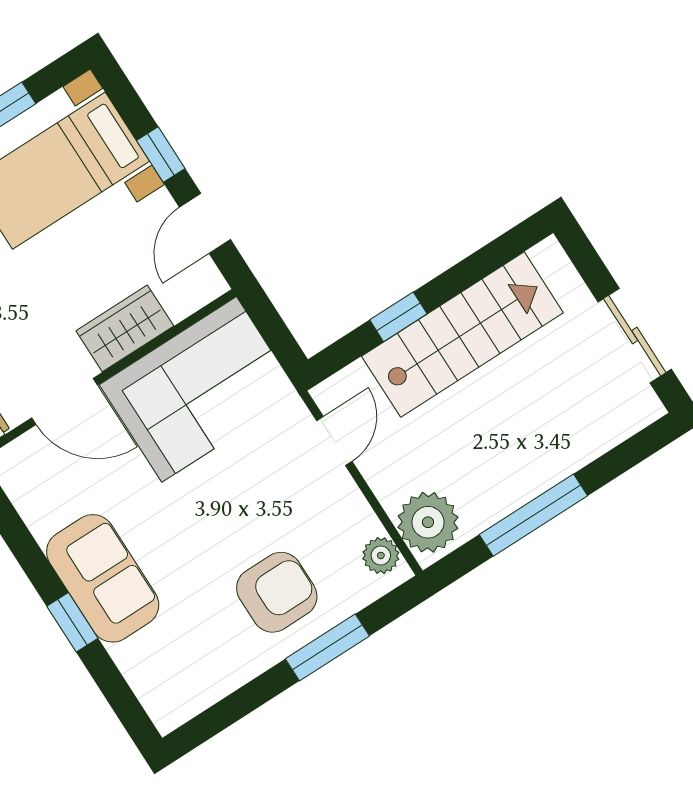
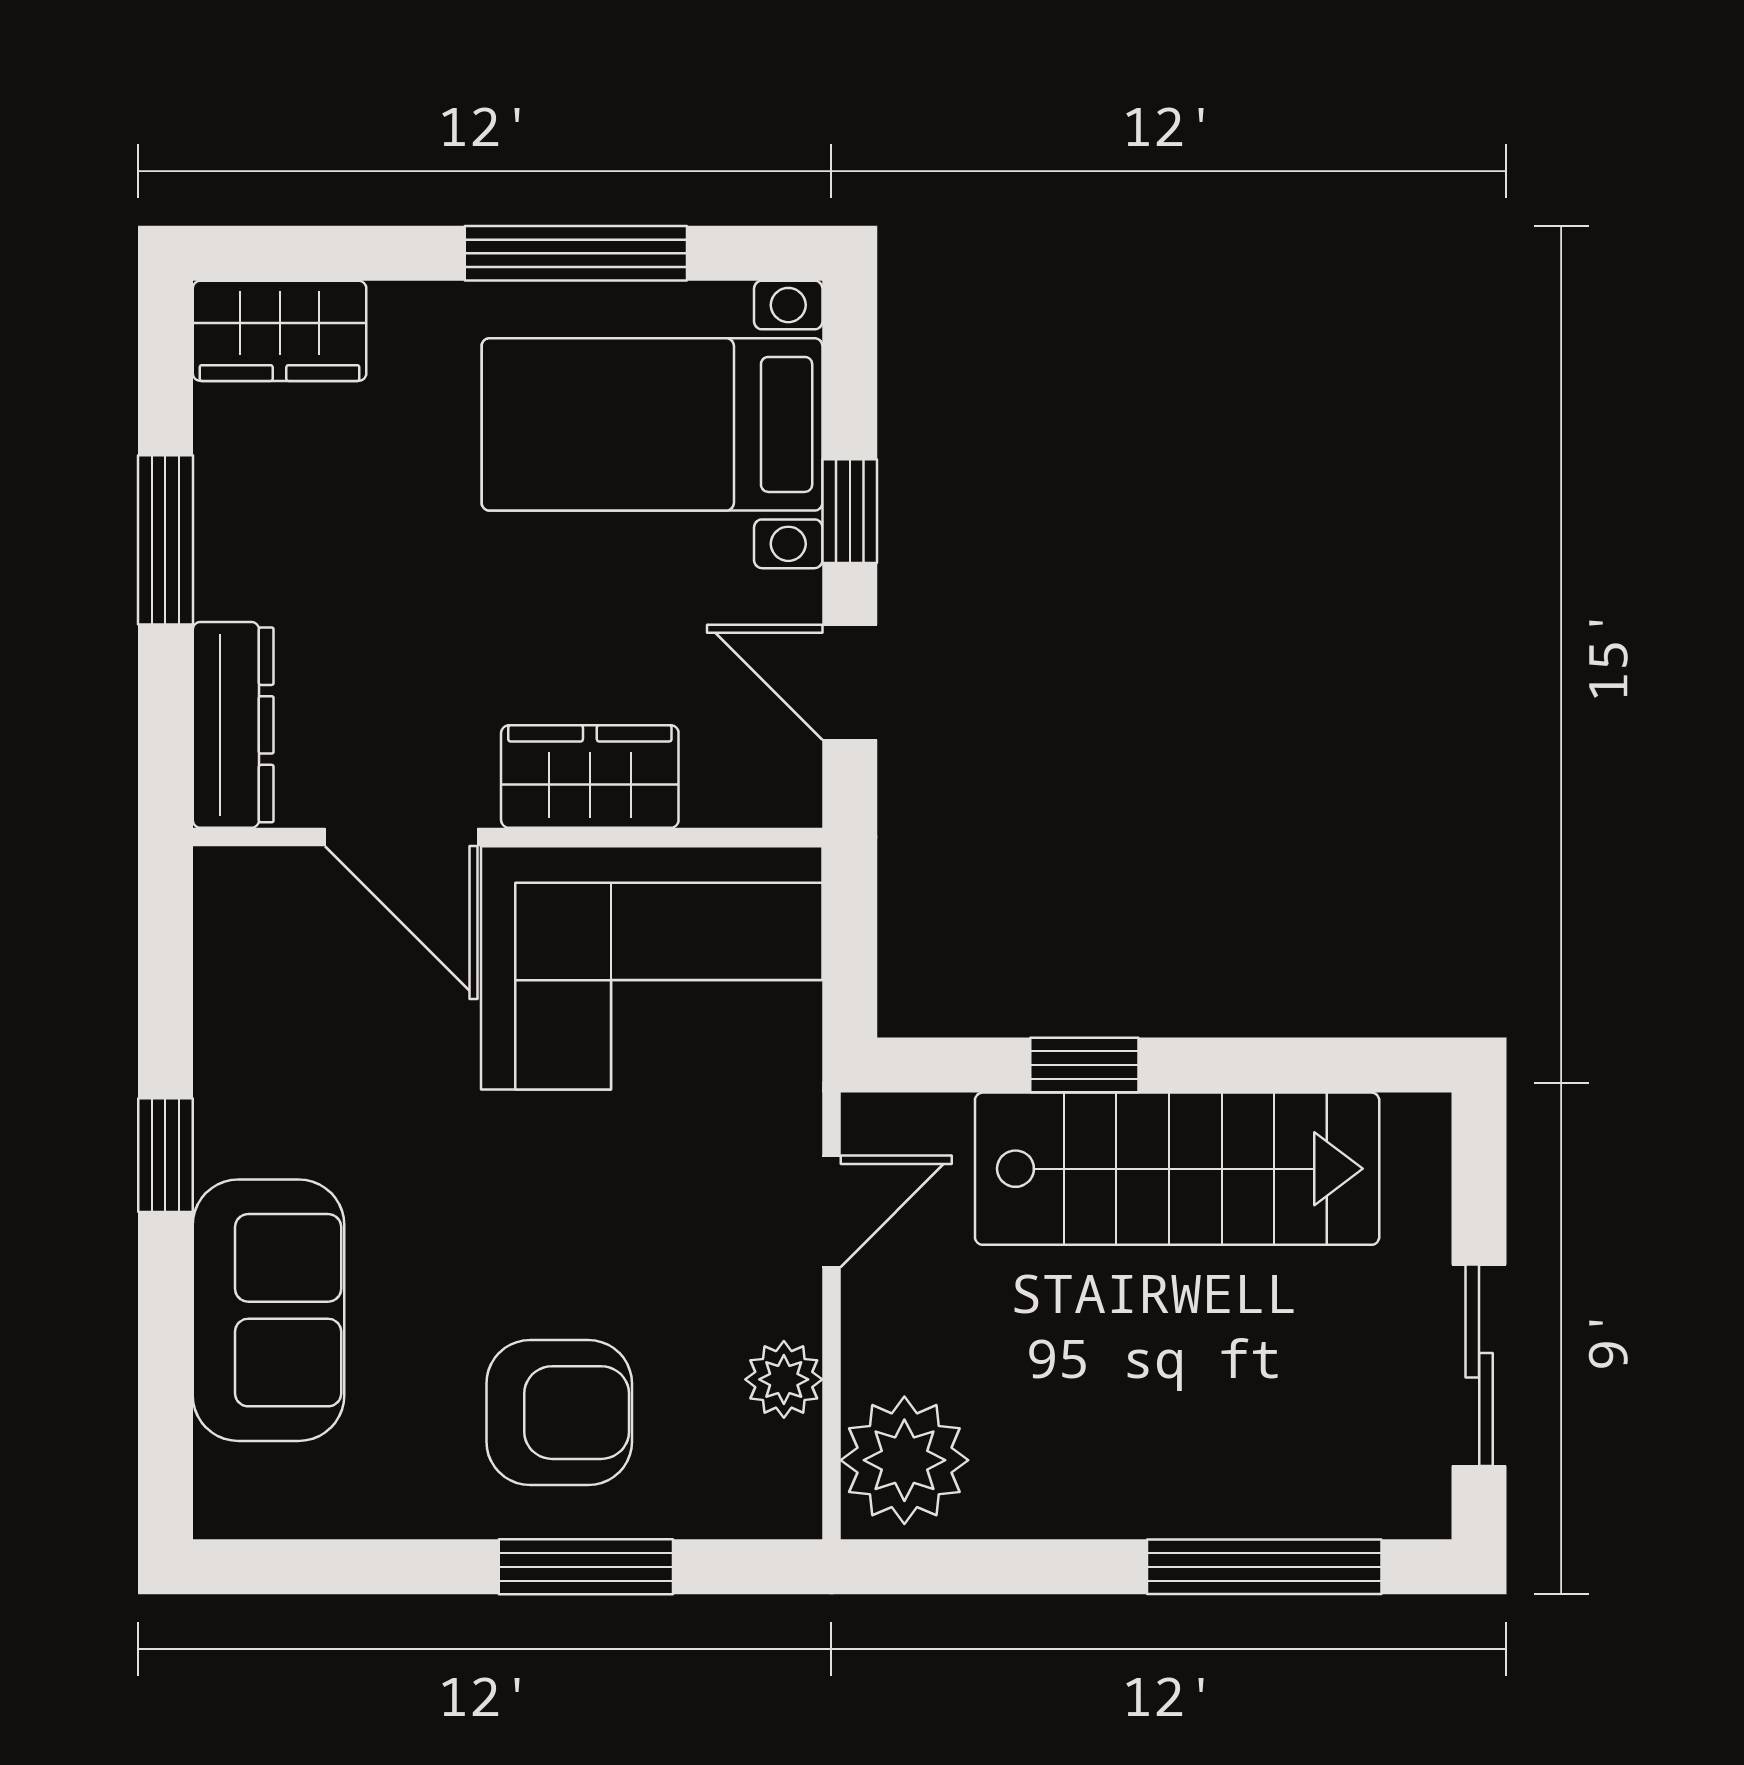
door: (205, 223) -> (850, 682), hinge flipped
window: (533, 515) -> (1264, 1567), moved
plant: (381, 556) -> (784, 1379), moved
sofa: (103, 578) -> (268, 1310), moved
window: (72, 622) -> (165, 1155), moved

